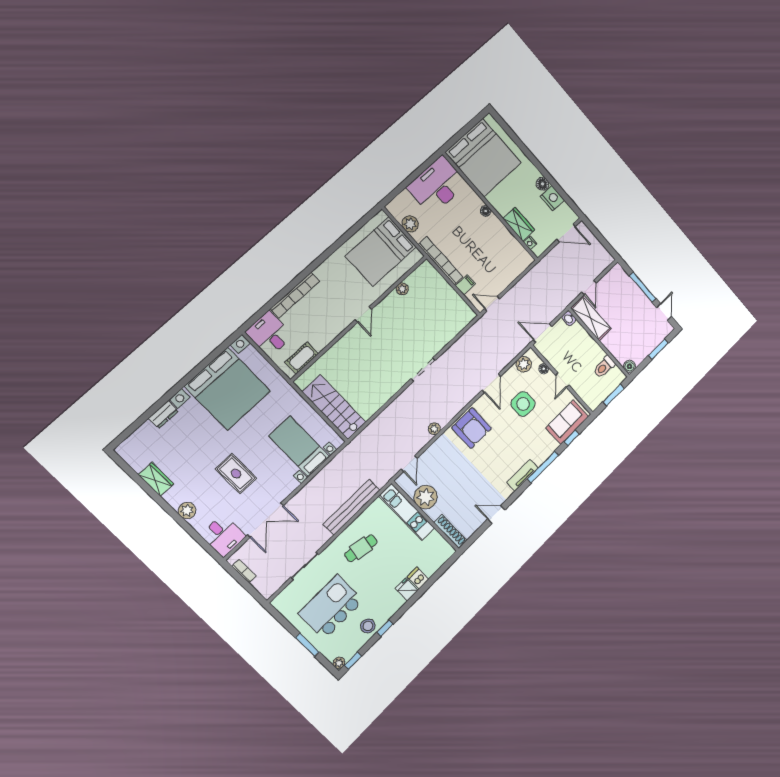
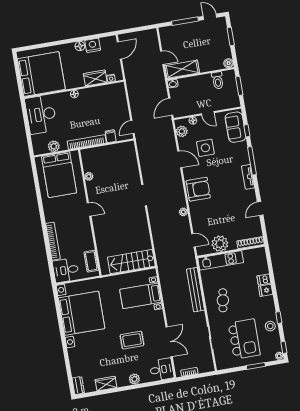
dresser: (163, 415) -> (78, 385), moved
kitchen island: (331, 607) -> (244, 339), turned 180

